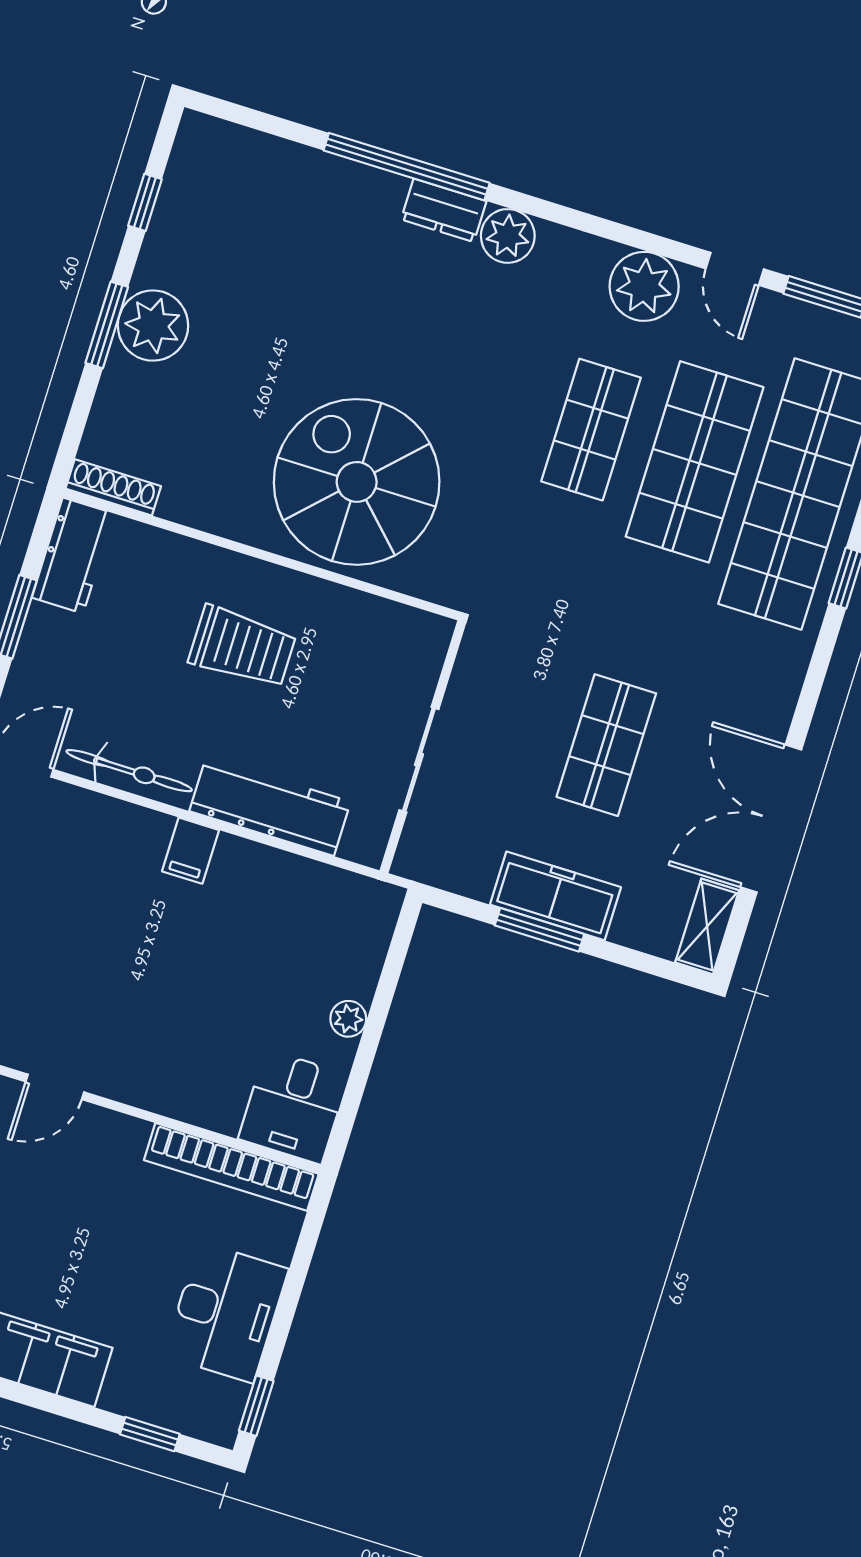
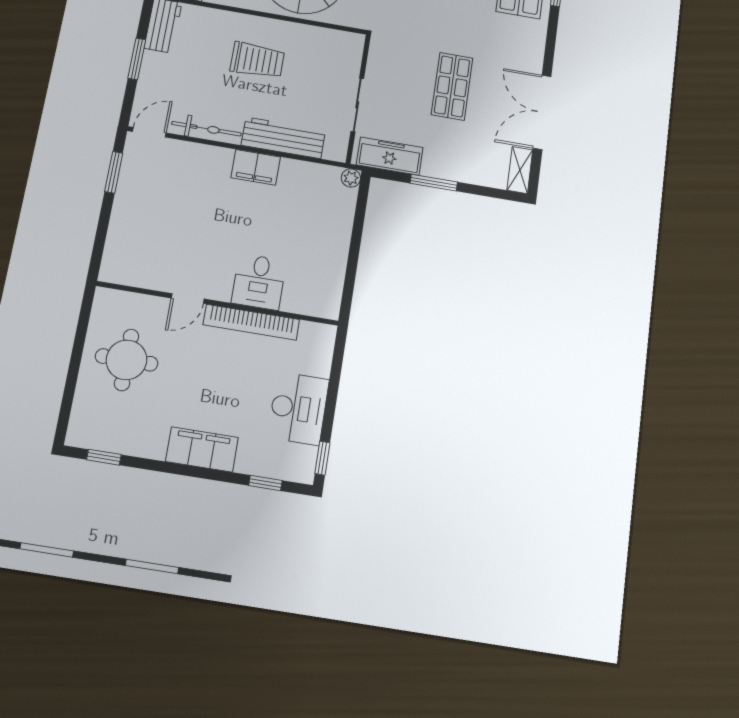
filing cabinet: (190, 851) -> (256, 167), width x2.00
freezer: (555, 896) -> (390, 156), moved
plant: (348, 1019) -> (351, 178), moved
desk: (294, 1107) -> (259, 282), moved
bookcase: (231, 1167) -> (251, 322), moved

